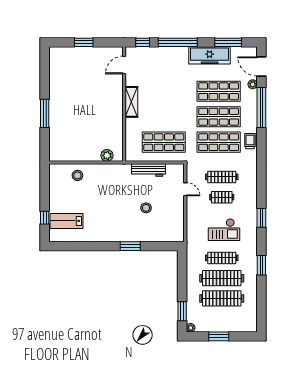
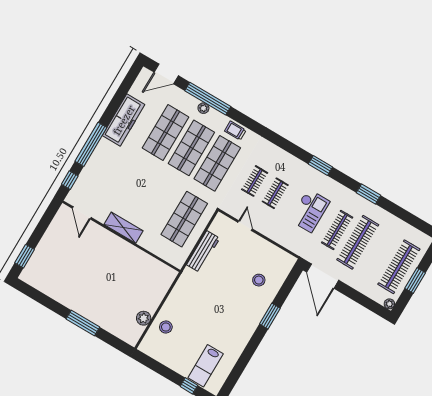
window: (84, 42) -> (25, 256), moved
window: (228, 42) -> (121, 93), removed
plant: (253, 84) -> (203, 108), moved
plant: (107, 155) -> (144, 318), moved
clothes rail: (222, 177) -> (255, 181), width x0.73
door: (185, 189) -> (245, 226), hinge flipped
stool: (146, 208) -> (259, 280), moved
door: (182, 267) -> (323, 276), added
clothes rail: (222, 298) -> (399, 267), moved
window: (182, 311) -> (367, 303), removed

